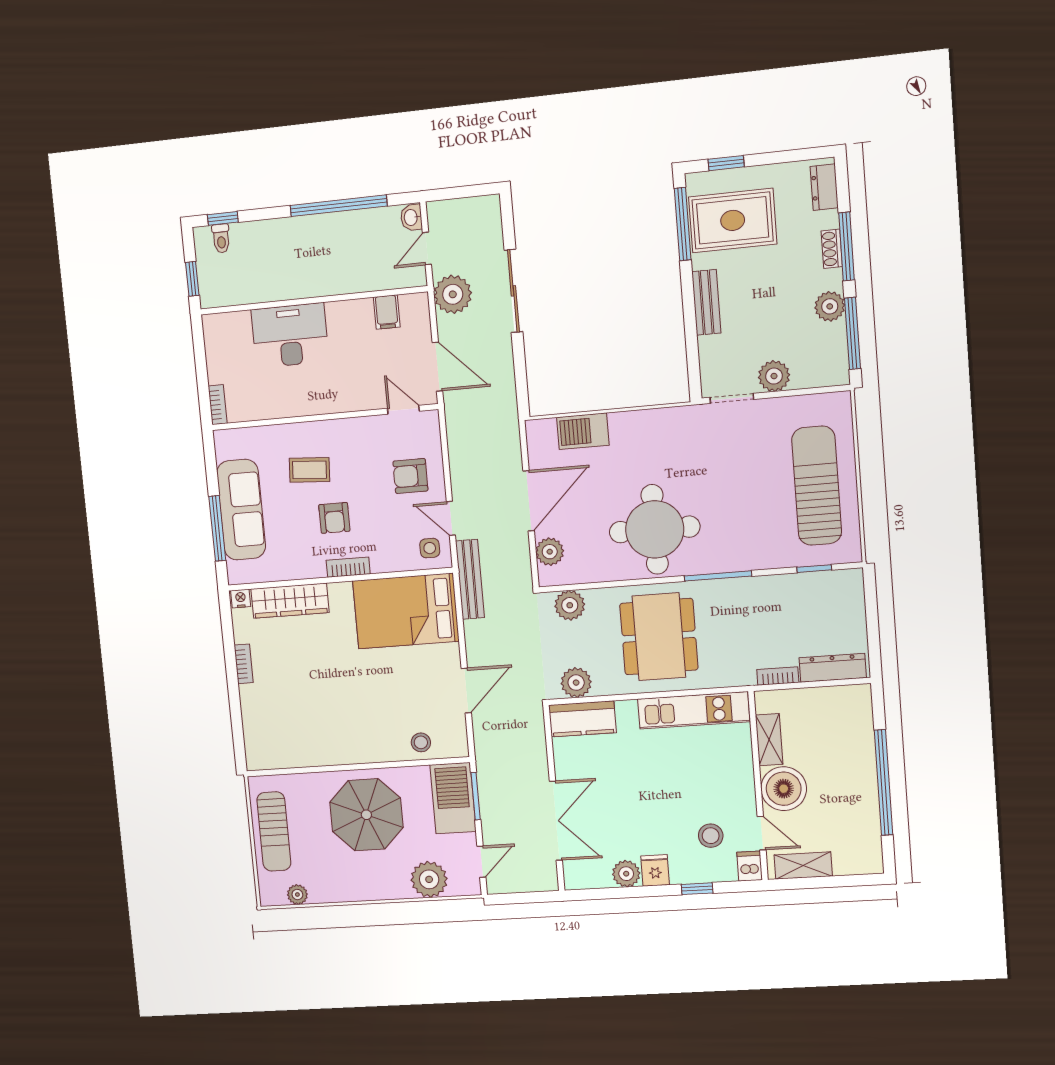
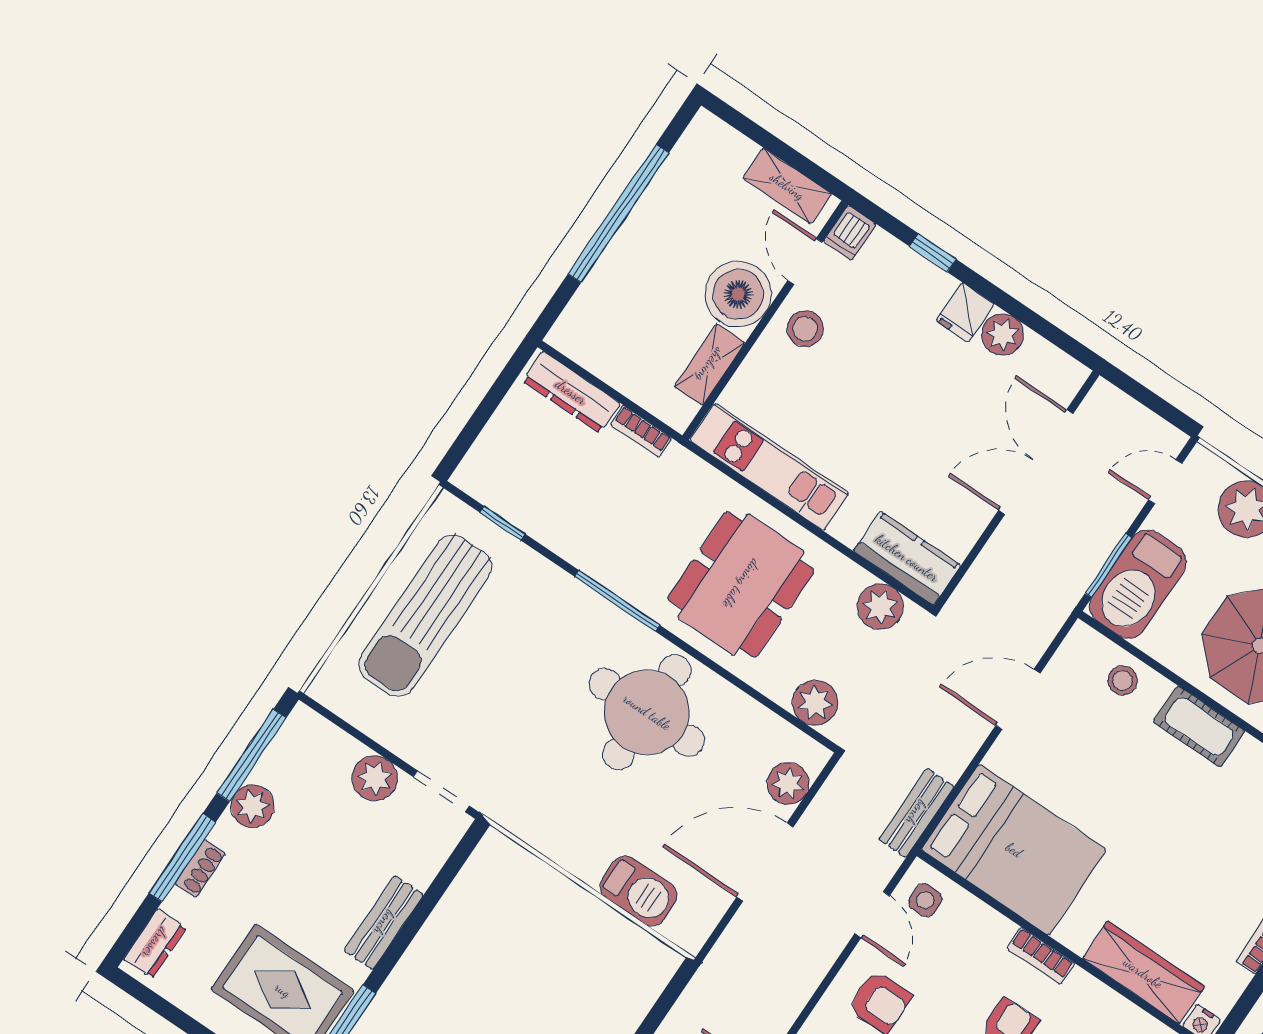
bench: (470, 579) -> (916, 813), width x0.73
cot: (364, 749) -> (1199, 727), added
stool: (711, 836) -> (805, 329), moved

